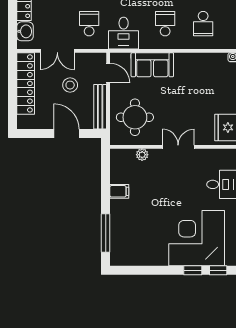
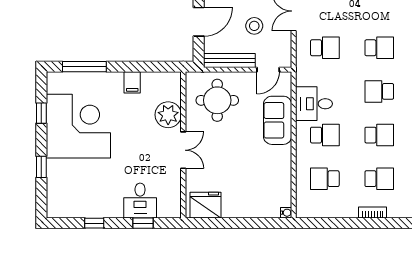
desk: (124, 33) -> (314, 104), moved
plant: (142, 155) -> (168, 115), width x1.88, depth x1.88
corner desk: (197, 238) -> (78, 126), moved
window: (218, 270) -> (41, 113), moved

